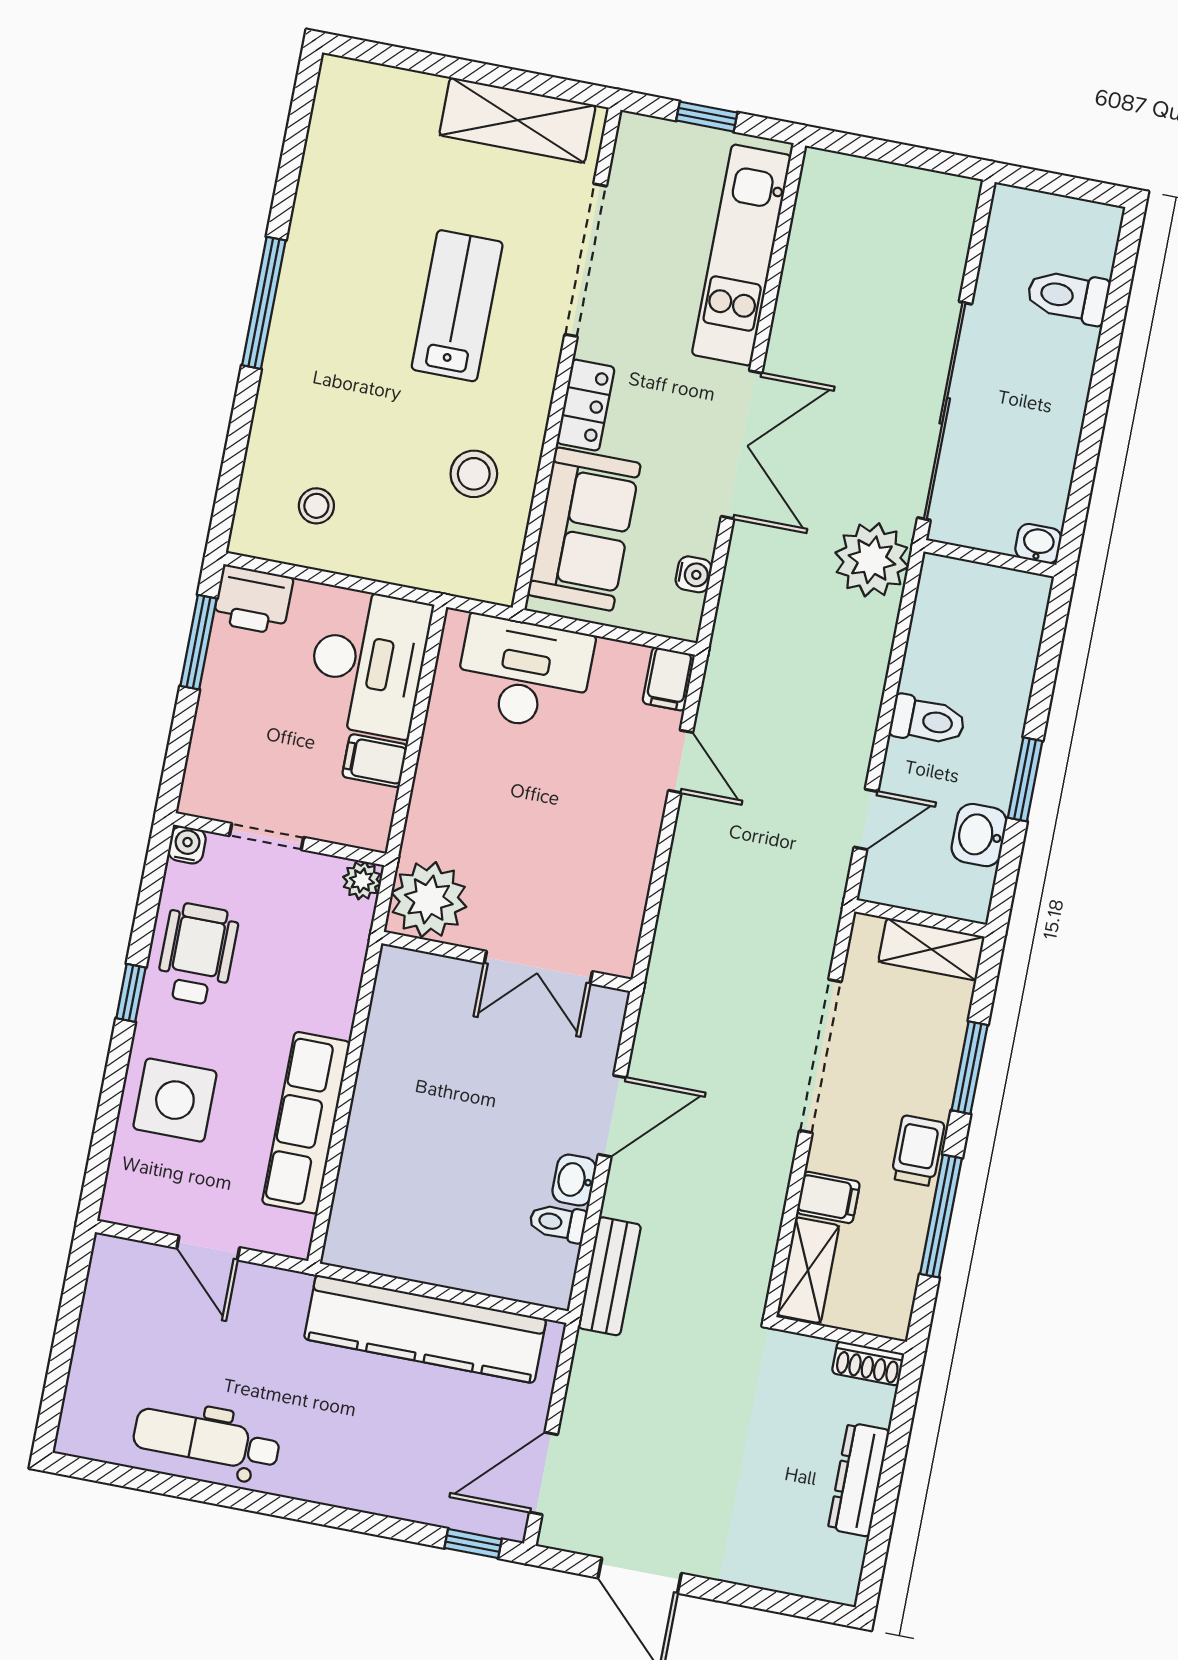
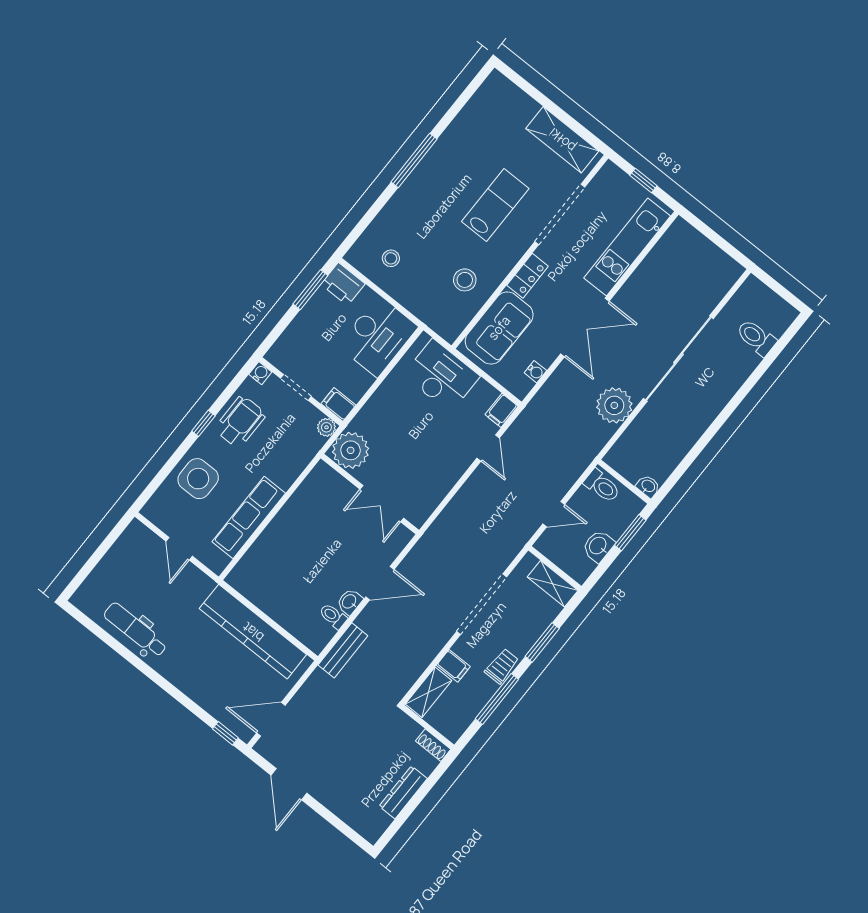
washbasin: (1038, 544) -> (648, 486), moved
wall: (990, 558) -> (624, 482), moved
filing cabinet: (375, 761) -> (339, 405), moved

